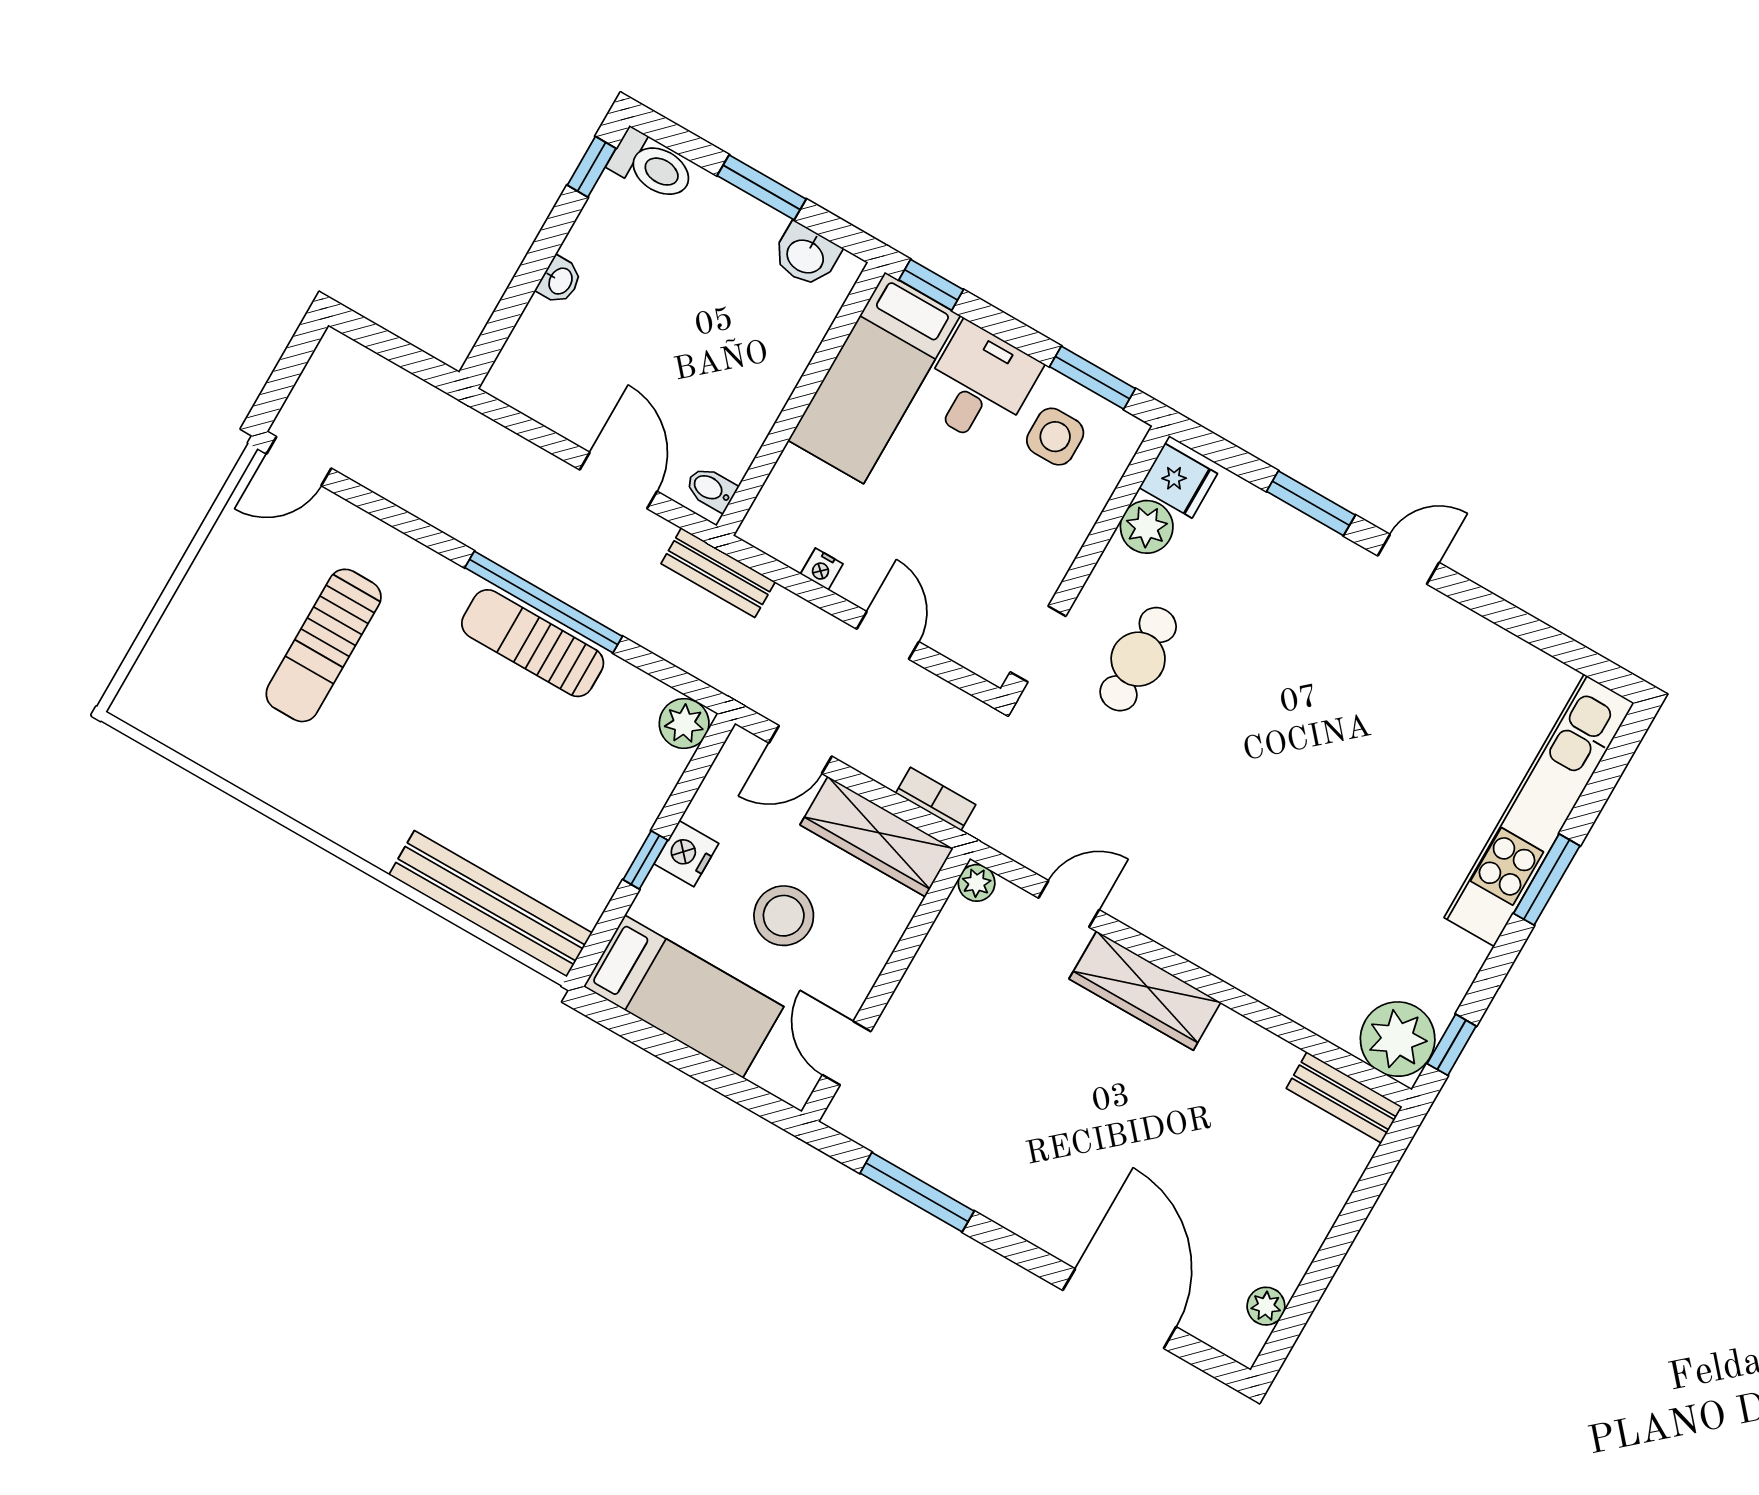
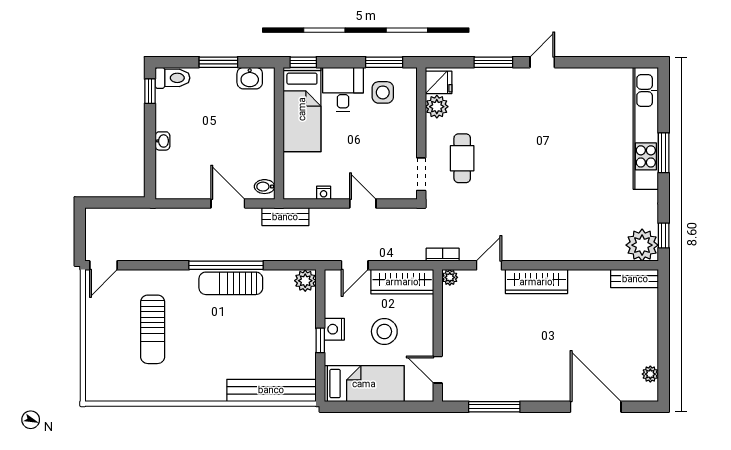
bookcase: (936, 799) -> (443, 255), moved

